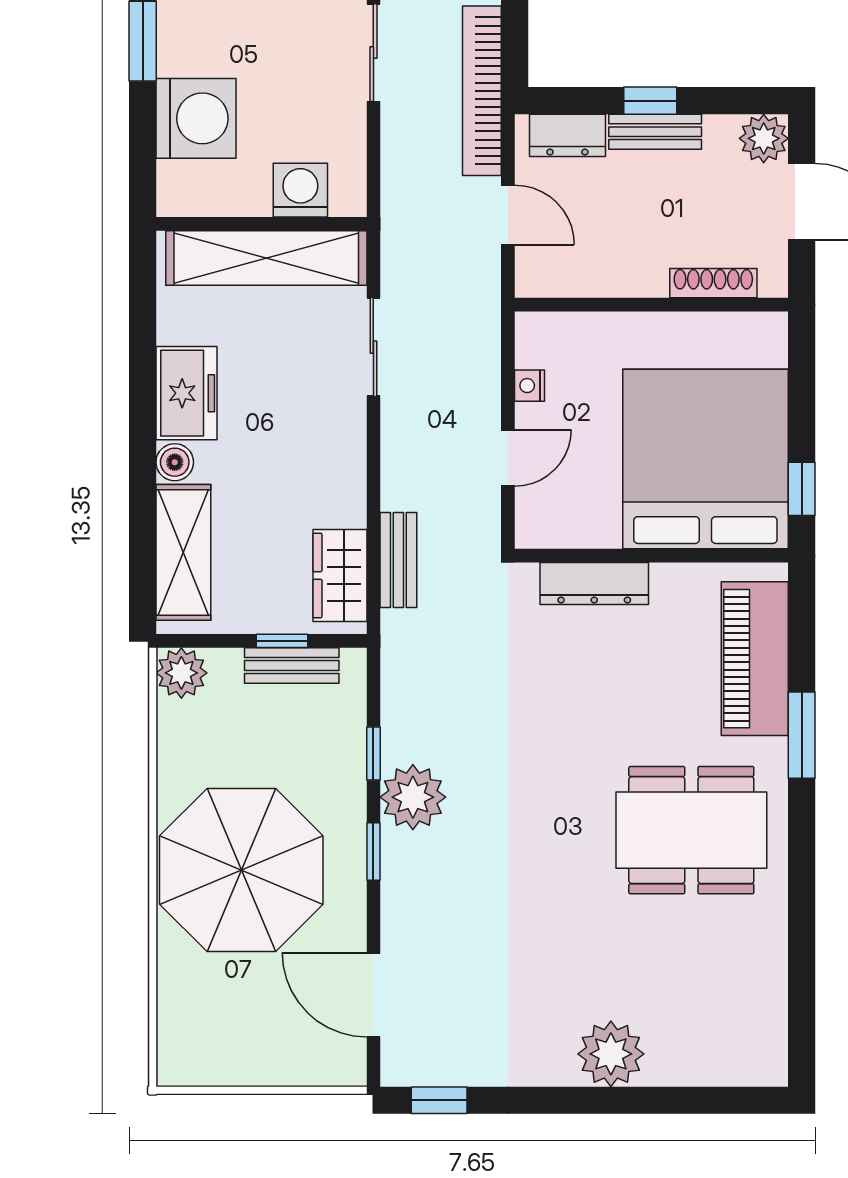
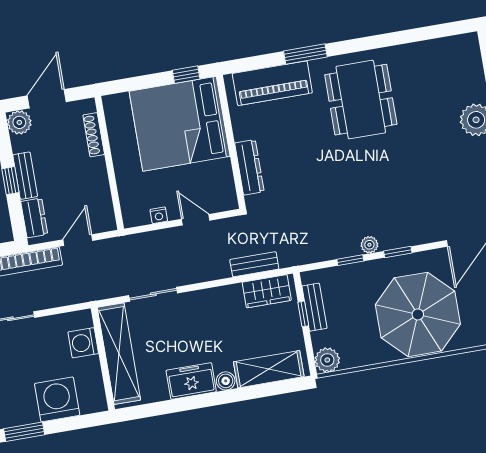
plant: (413, 797) -> (369, 245), width x0.53, depth x0.53

